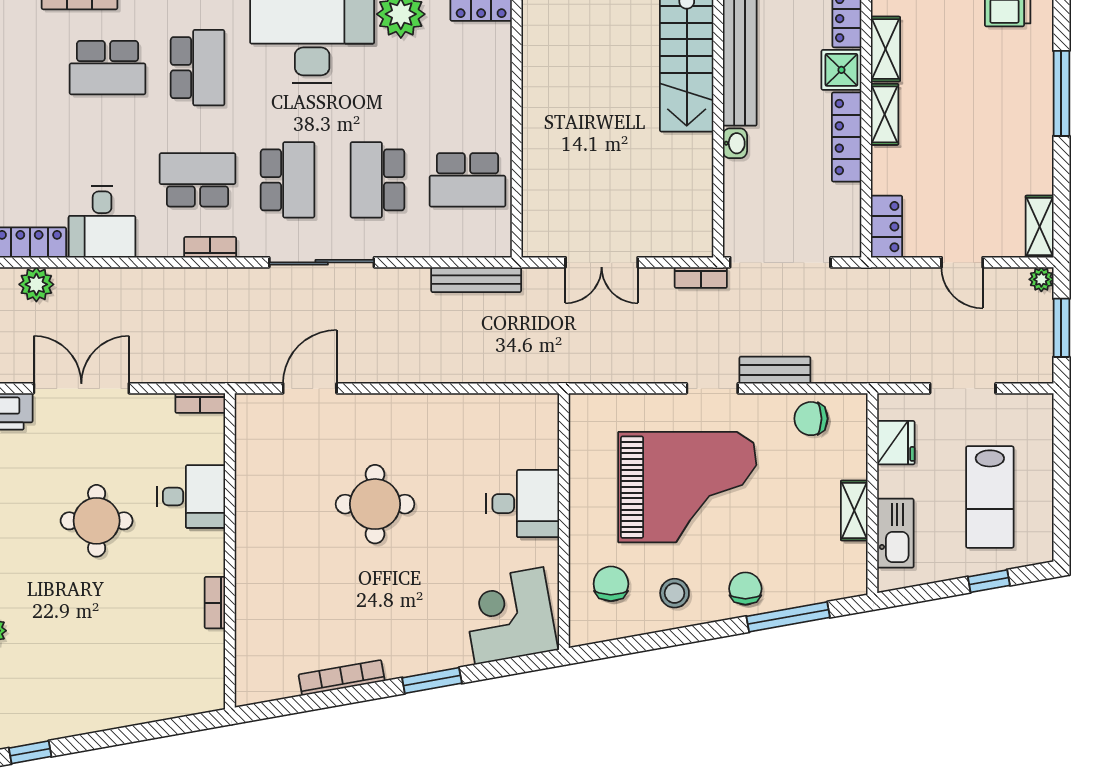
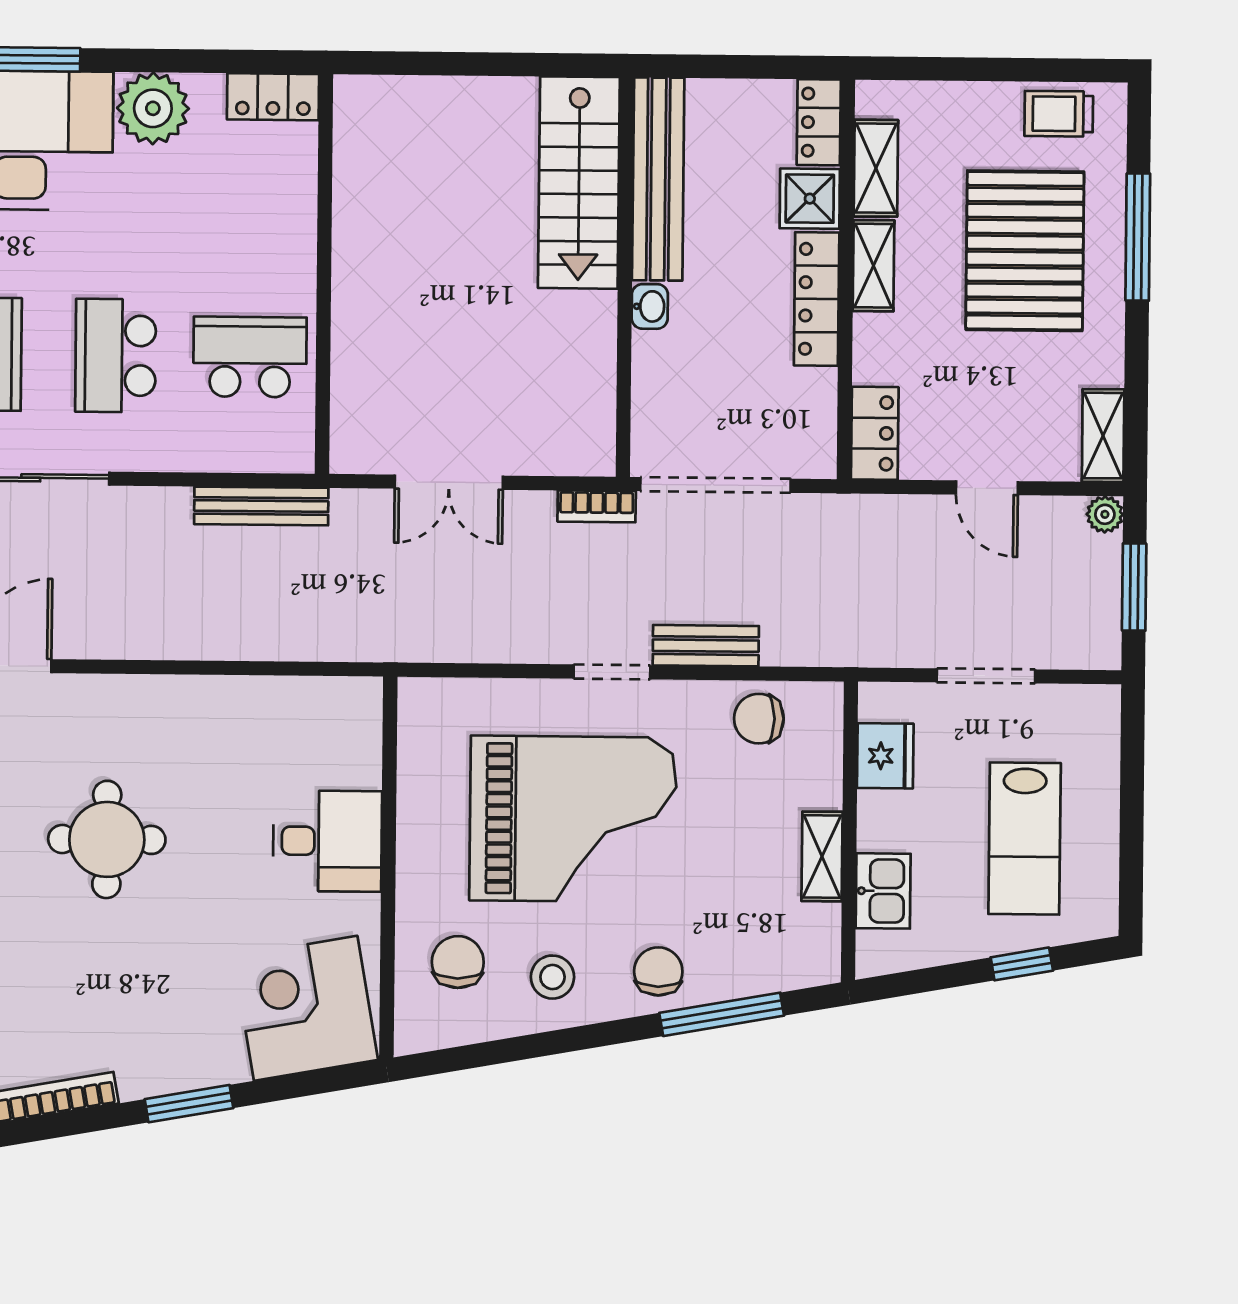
pallet: (986, 103) -> (1025, 251), added
school desk: (467, 180) -> (250, 357), turned 180
kitchen sink: (895, 533) -> (883, 891), width x0.73

